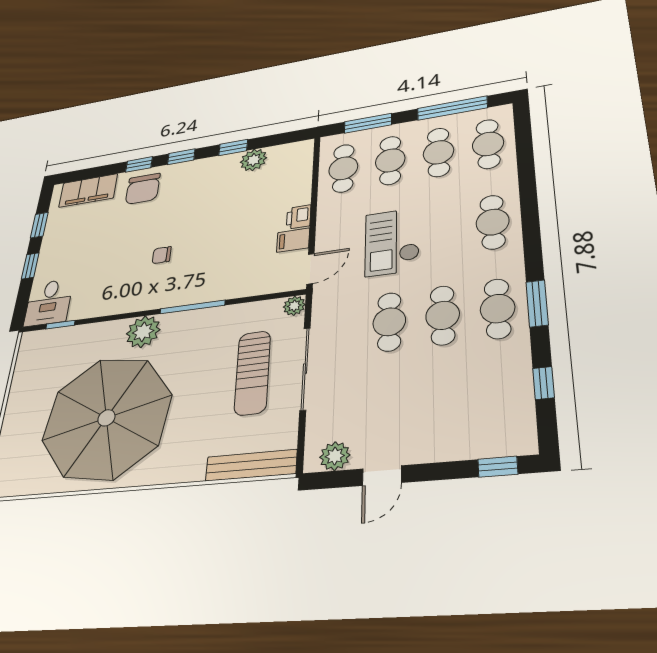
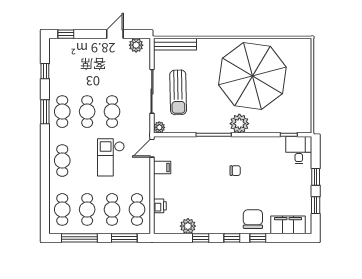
printer: (299, 217) -> (160, 206), moved
checkout: (392, 242) -> (111, 157), turned 180
sun lounger: (252, 373) -> (178, 92), turned 180

